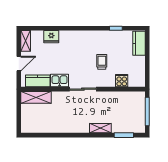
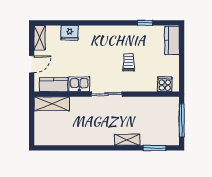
cooker: (122, 81) -> (165, 84), moved

